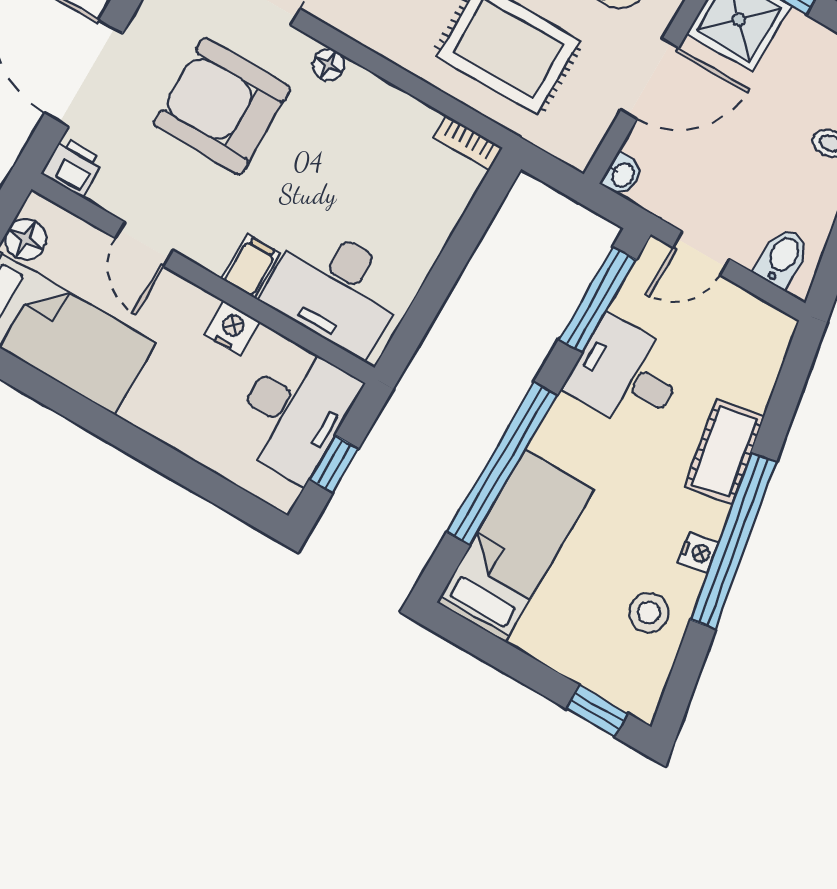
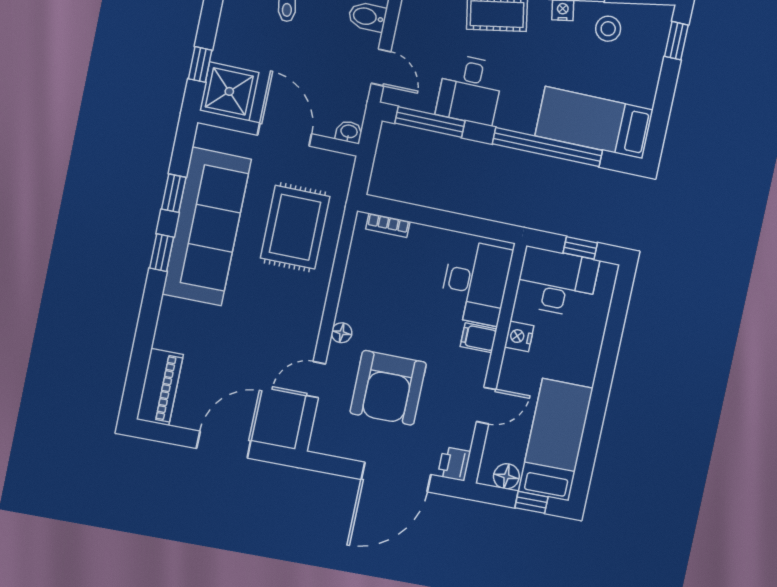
bookcase: (468, 143) -> (388, 225), moved, turned 90

